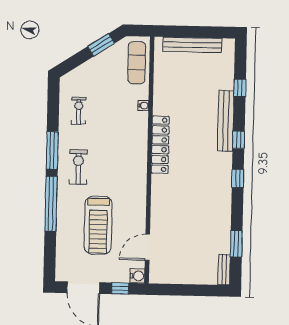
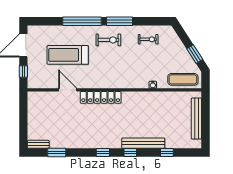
locker: (160, 145) -> (101, 97), moved
door: (147, 247) -> (68, 90), moved
water cooler: (137, 276) -> (33, 83), removed

